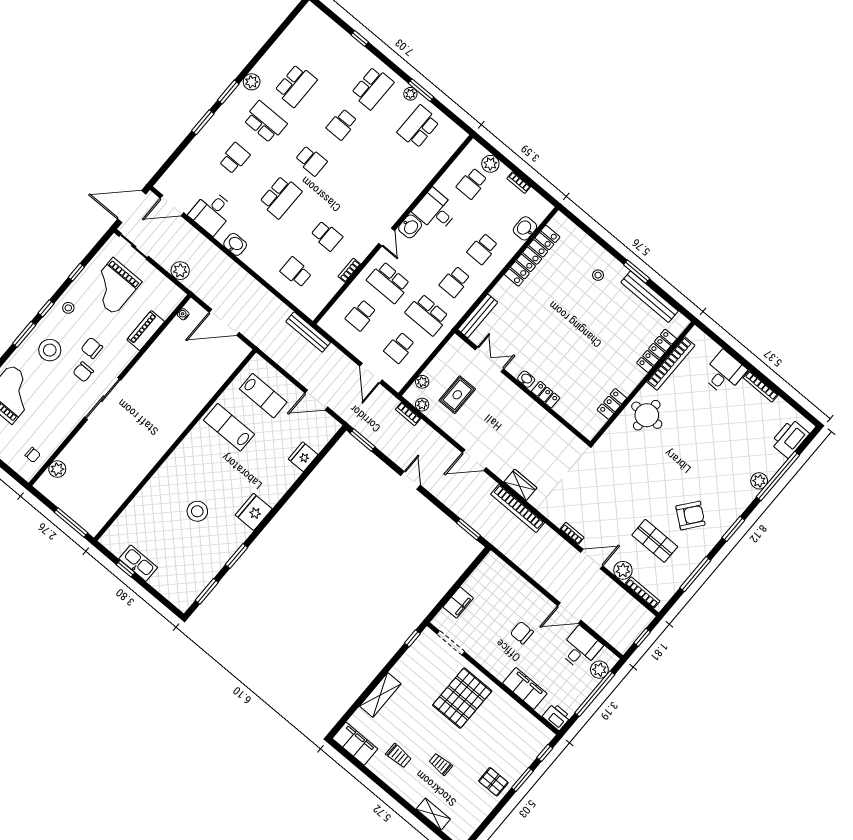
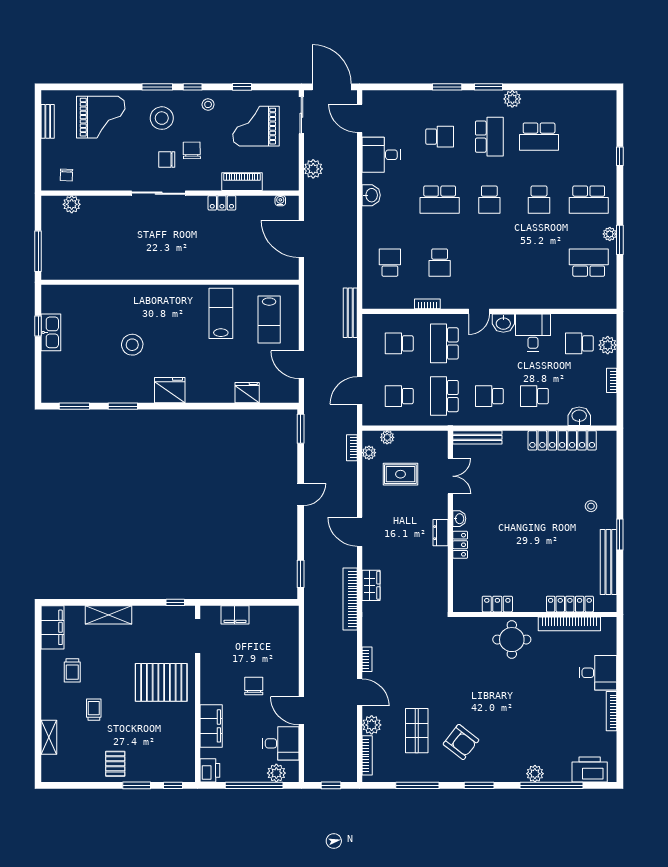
school desk: (342, 124) -> (539, 200), turned -90
locker: (149, 358) -> (222, 203), added
dresser: (525, 401) -> (441, 533), added

